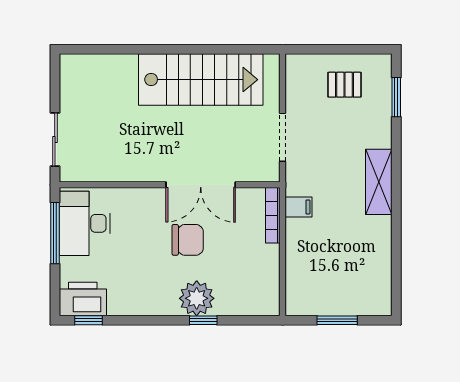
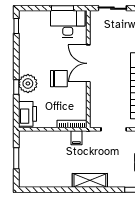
double door: (201, 185) -> (88, 63), moved
window: (55, 233) -> (63, 8), width x0.69
chair: (188, 240) -> (59, 79), turned -90
printer: (83, 299) -> (27, 114), moved

